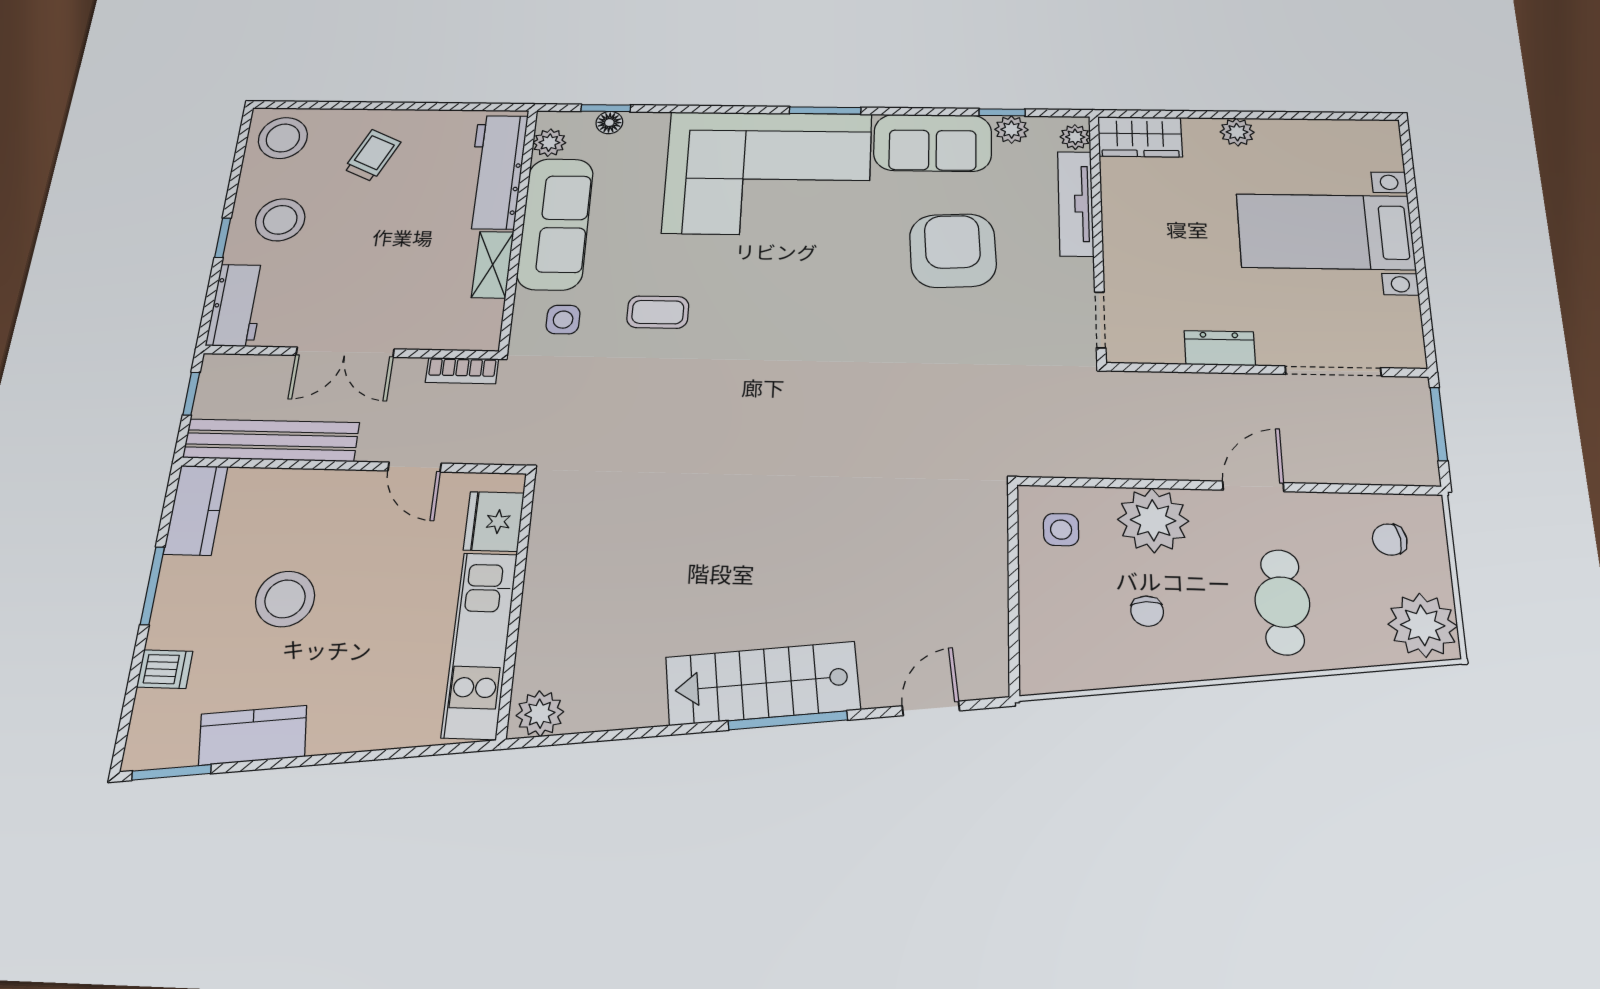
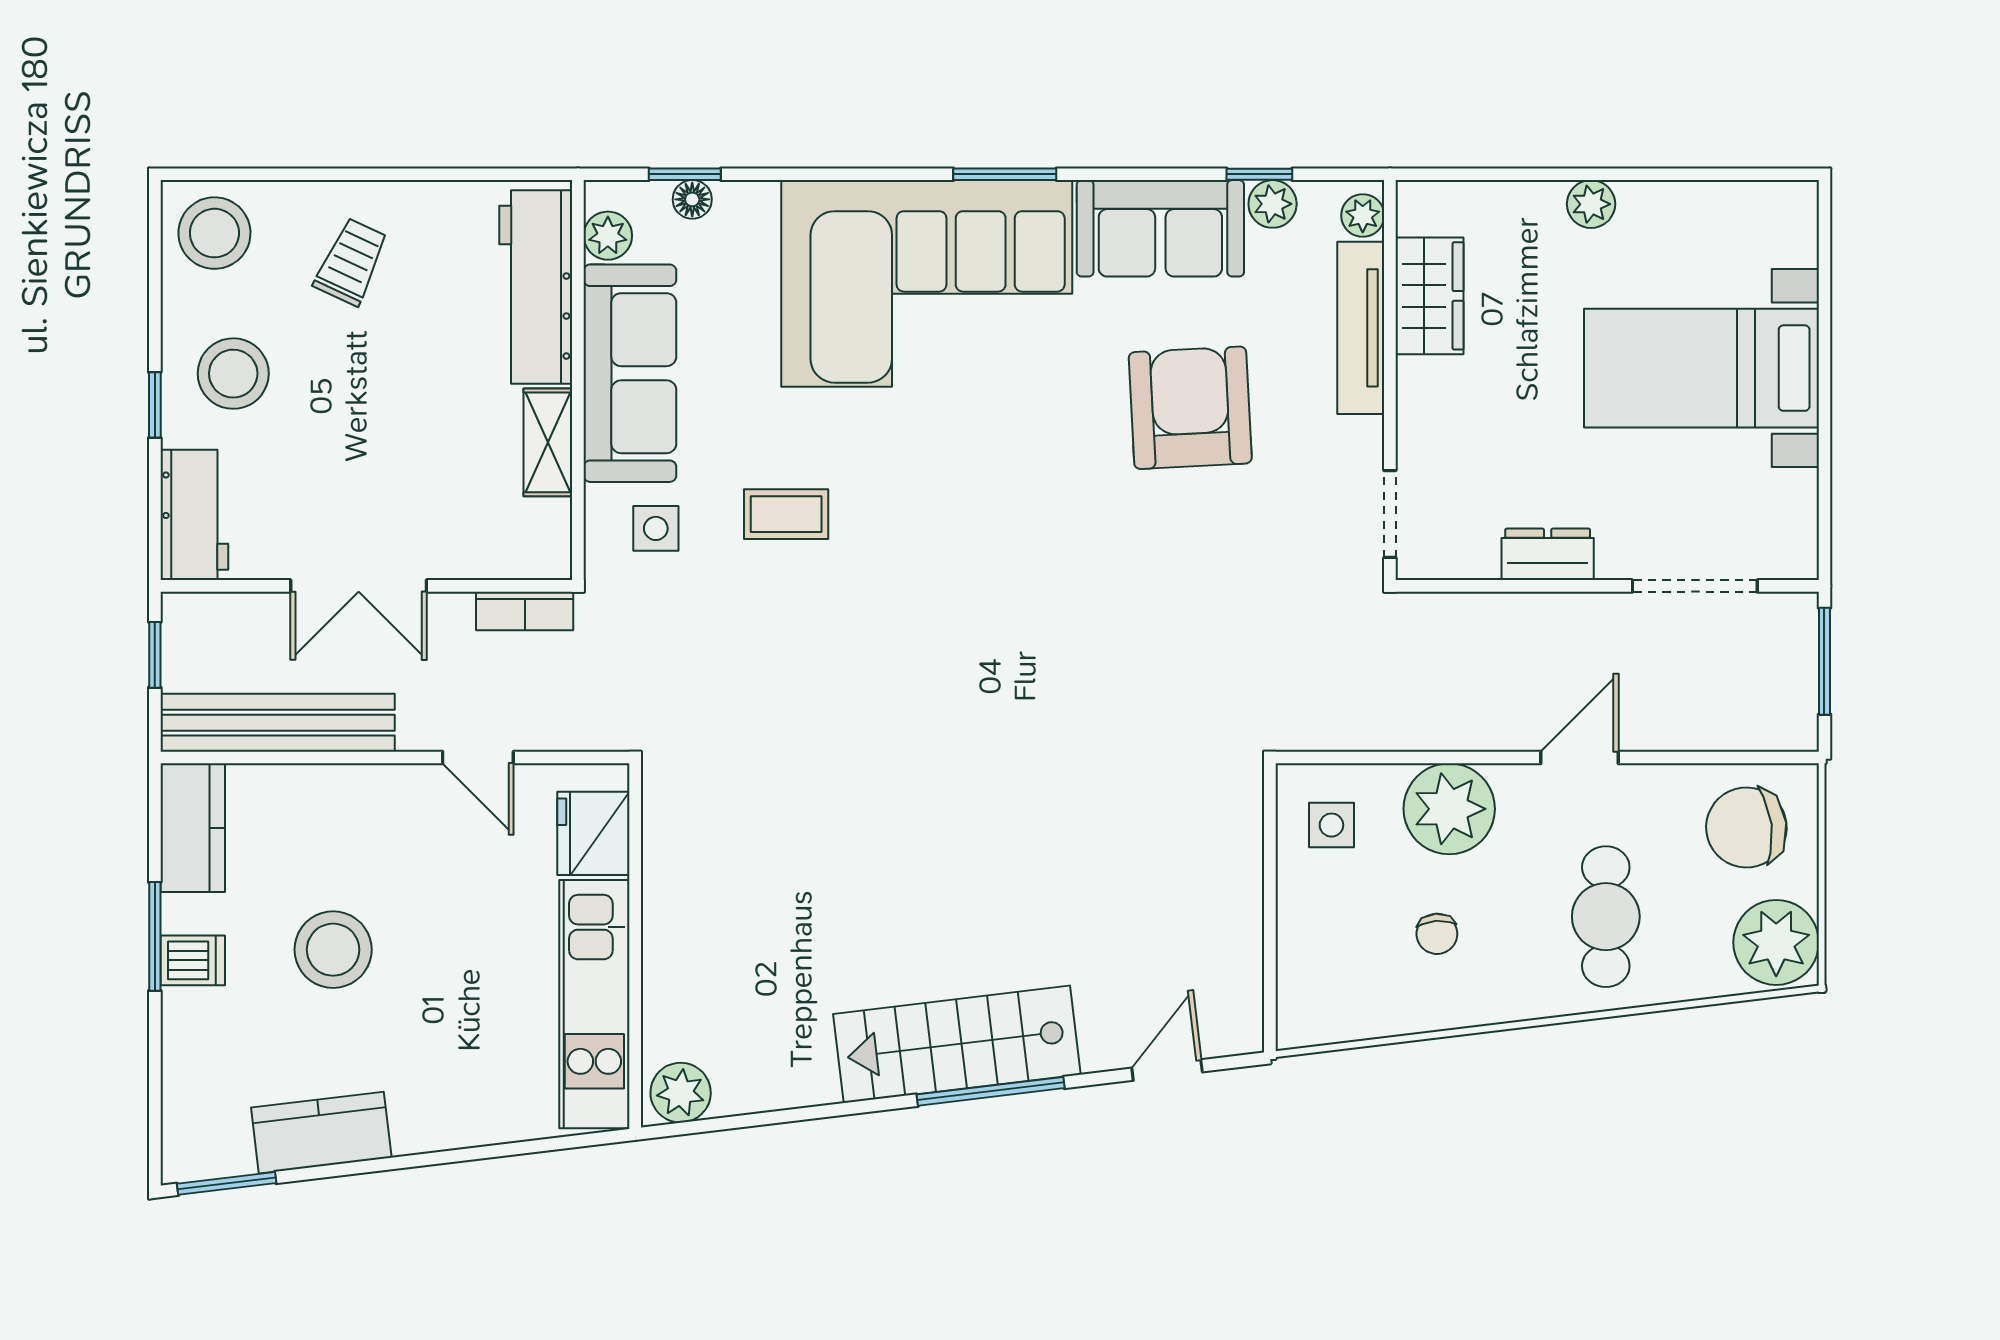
wardrobe: (1140, 137) -> (1430, 296), moved, turned -90
chair: (1390, 540) -> (1746, 827), width x1.87, depth x1.87
dishwasher: (165, 669) -> (193, 960), moved

